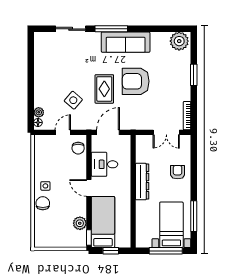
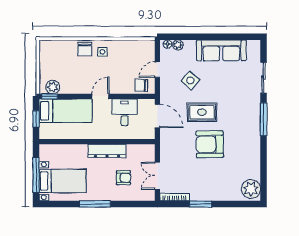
sofa: (126, 42) -> (221, 50), moved, turned -90
window: (194, 75) -> (201, 204), moved
armchair: (136, 81) -> (210, 144), turned -91
door: (63, 132) -> (157, 70), swing flipped
armchair: (178, 172) -> (123, 178), moved
chair: (43, 203) -> (85, 49), turned 90
window: (194, 216) -> (95, 204), moved
plant: (80, 223) -> (53, 87), moved

